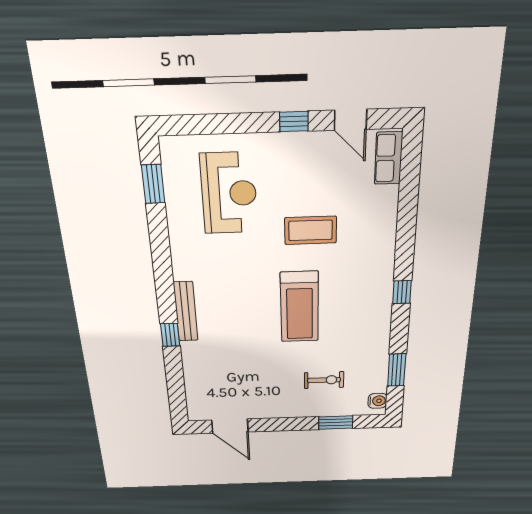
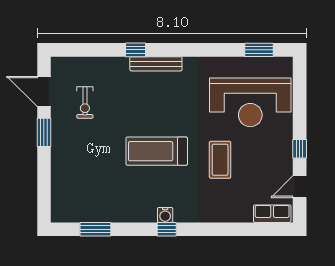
reception desk: (229, 193) -> (250, 102), width x1.36, depth x1.30
exercise bike: (324, 380) -> (85, 102), moved
water cooler: (377, 401) -> (165, 215), moved
window: (336, 423) -> (44, 132), moved
door: (230, 426) -> (44, 91), hinge flipped

